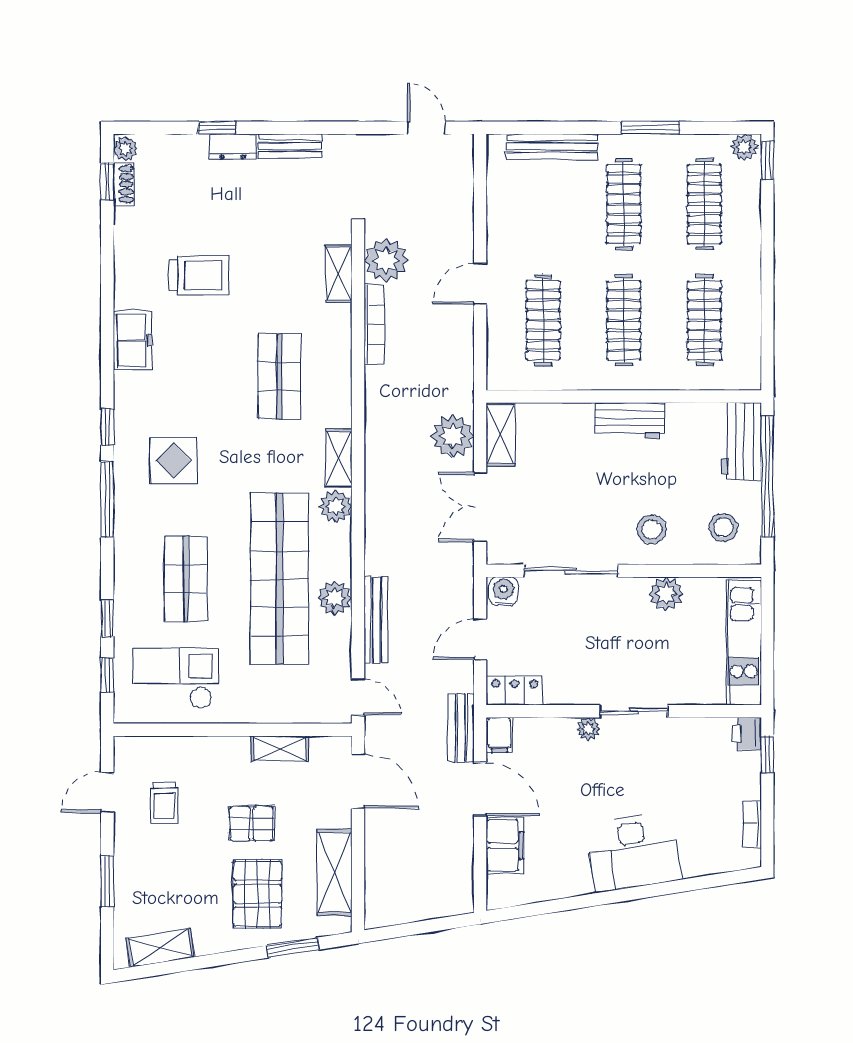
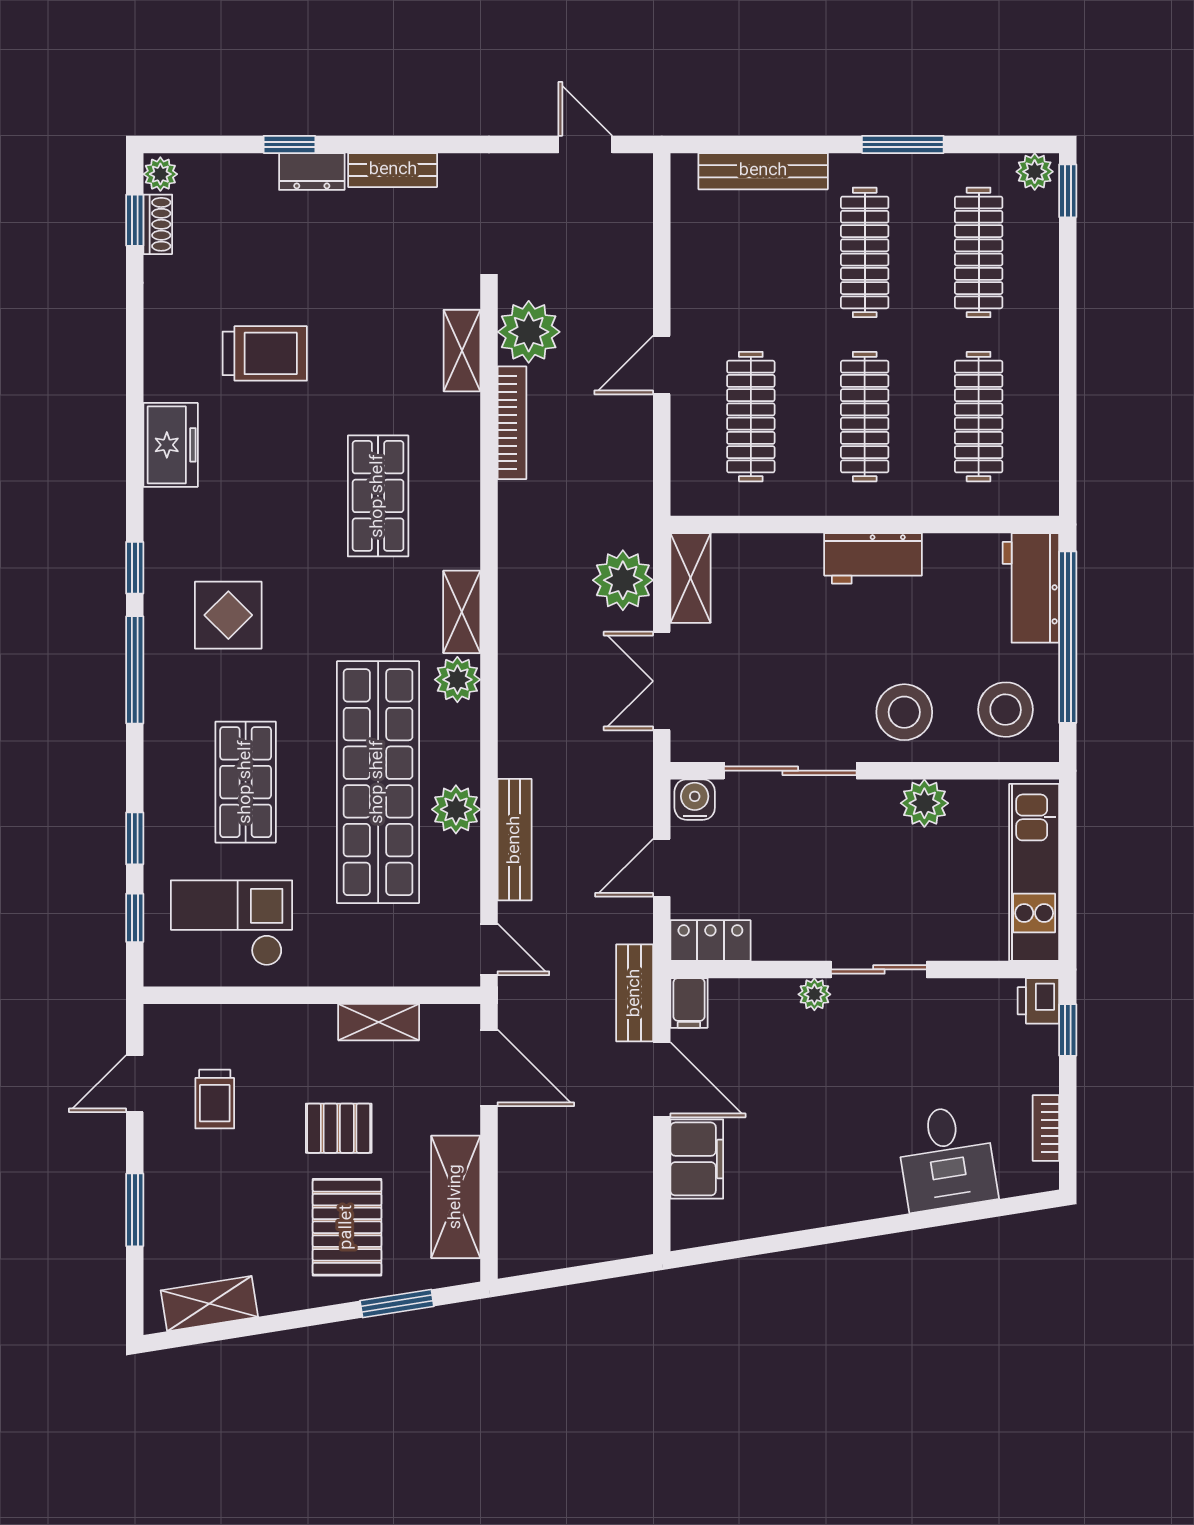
stool: (723, 528) -> (1006, 710), width x1.38, depth x1.38
stool: (652, 529) -> (904, 712), width x1.38, depth x1.38
desk: (634, 852) -> (947, 1158), moved, width x0.73

